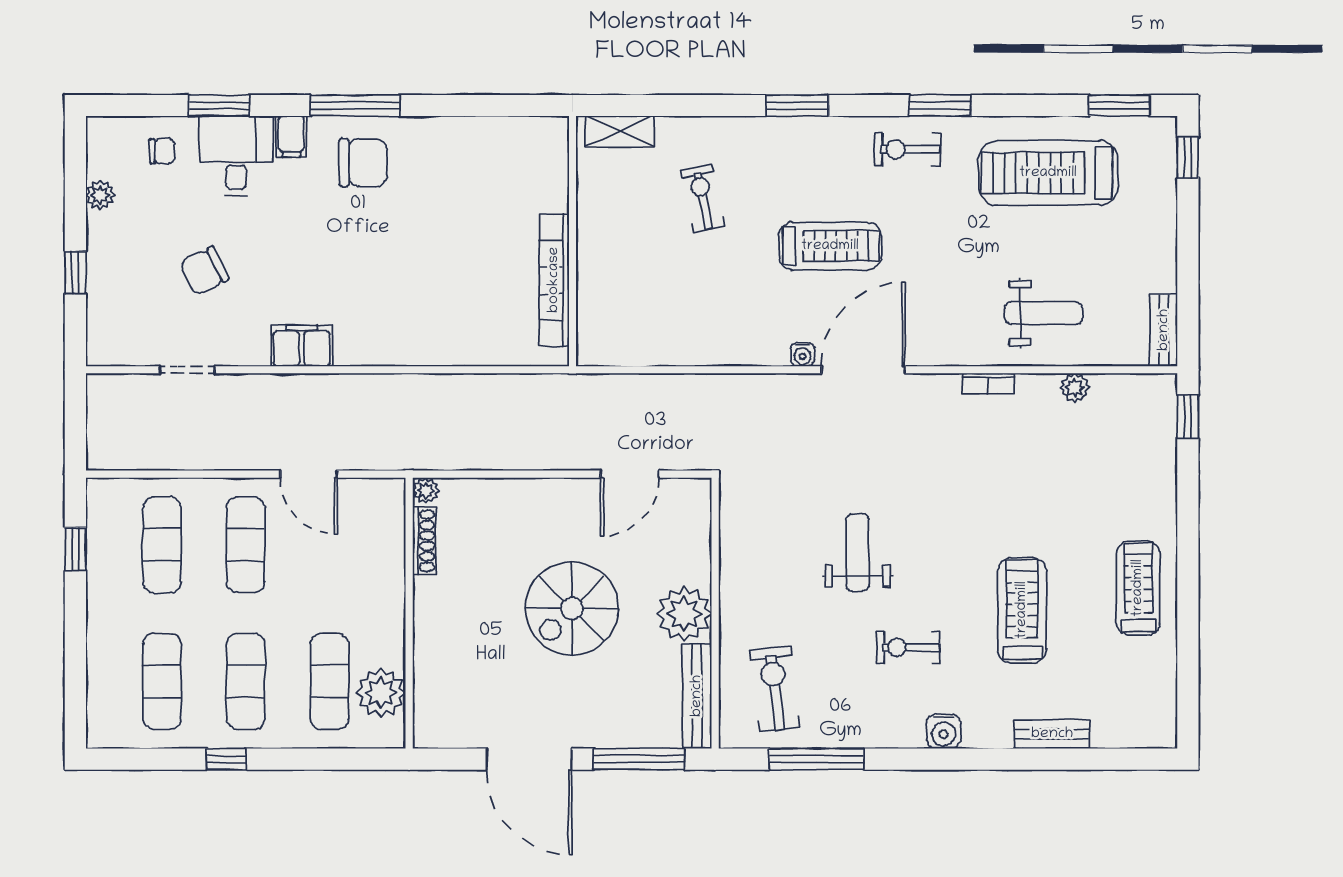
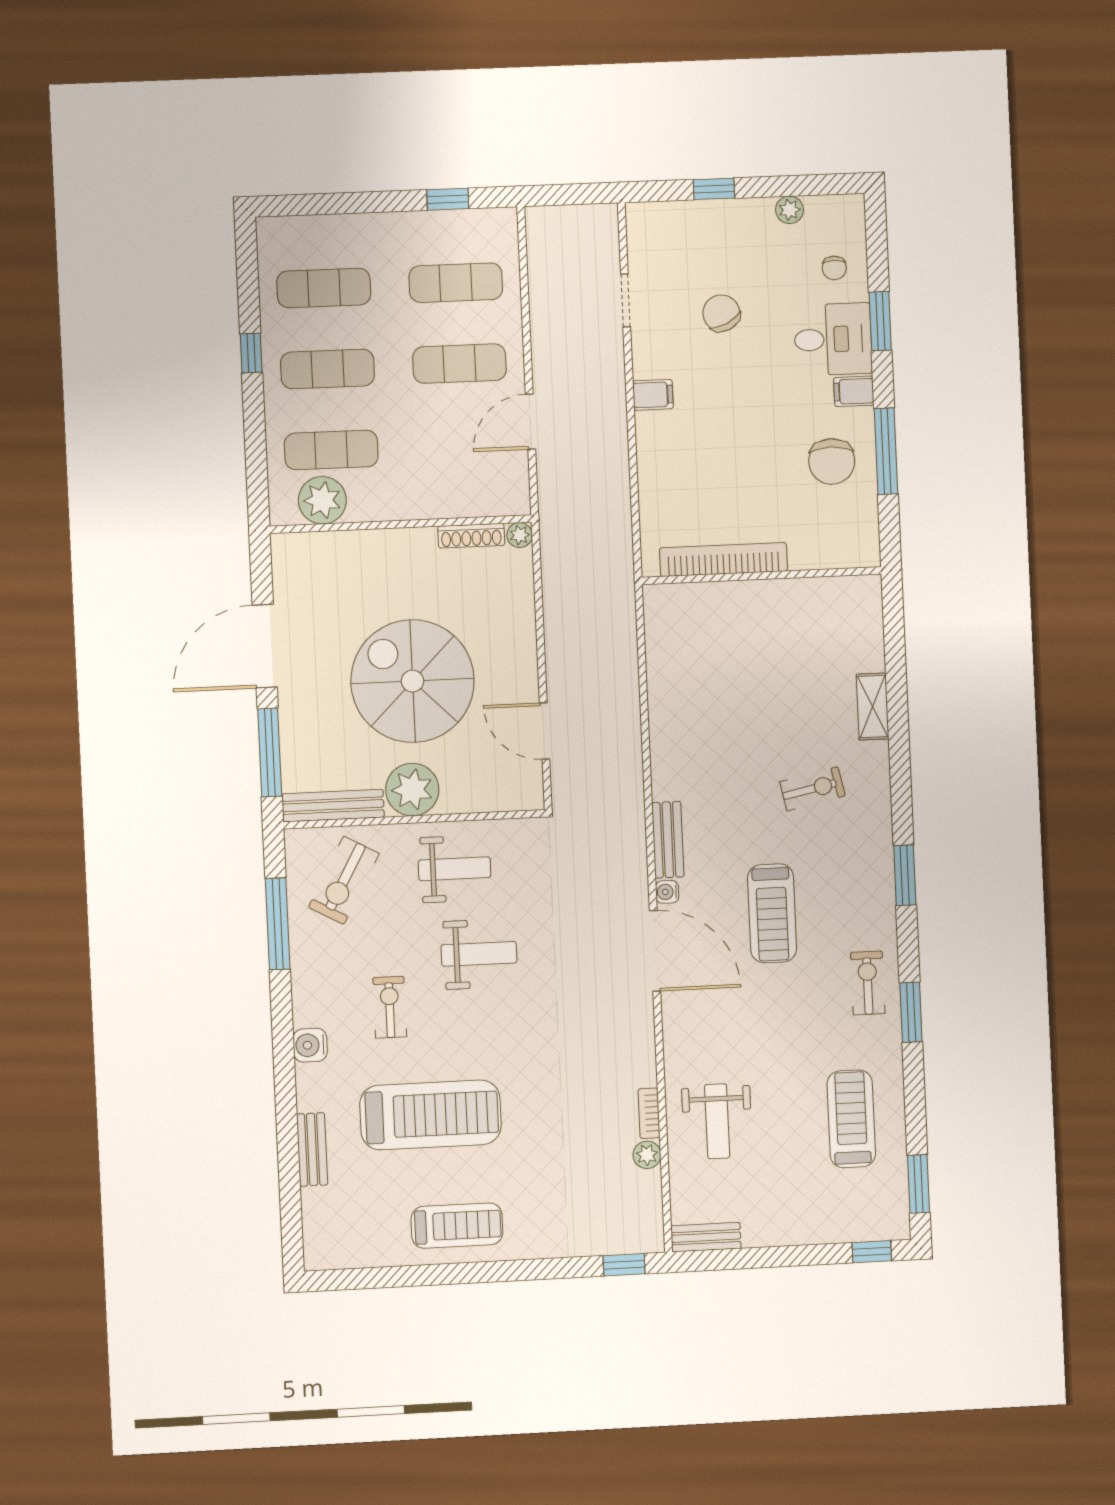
treadmill: (1048, 173) -> (851, 1119), width x0.73, depth x0.73
wall: (573, 241) -> (762, 576), moved
bookcase: (554, 280) -> (723, 560), moved
filing cabinet: (302, 346) -> (653, 395), width x0.50
bench: (748, 351) -> (668, 840), added
bookcase: (988, 384) -> (649, 1113), moved
weight bench: (768, 574) -> (455, 869), added
spiral stairs: (572, 608) -> (413, 681), width x1.37, depth x1.37
treadmill: (1022, 610) -> (431, 1115), width x1.37, depth x1.38
exercise bike: (775, 689) -> (344, 880), turned 126

